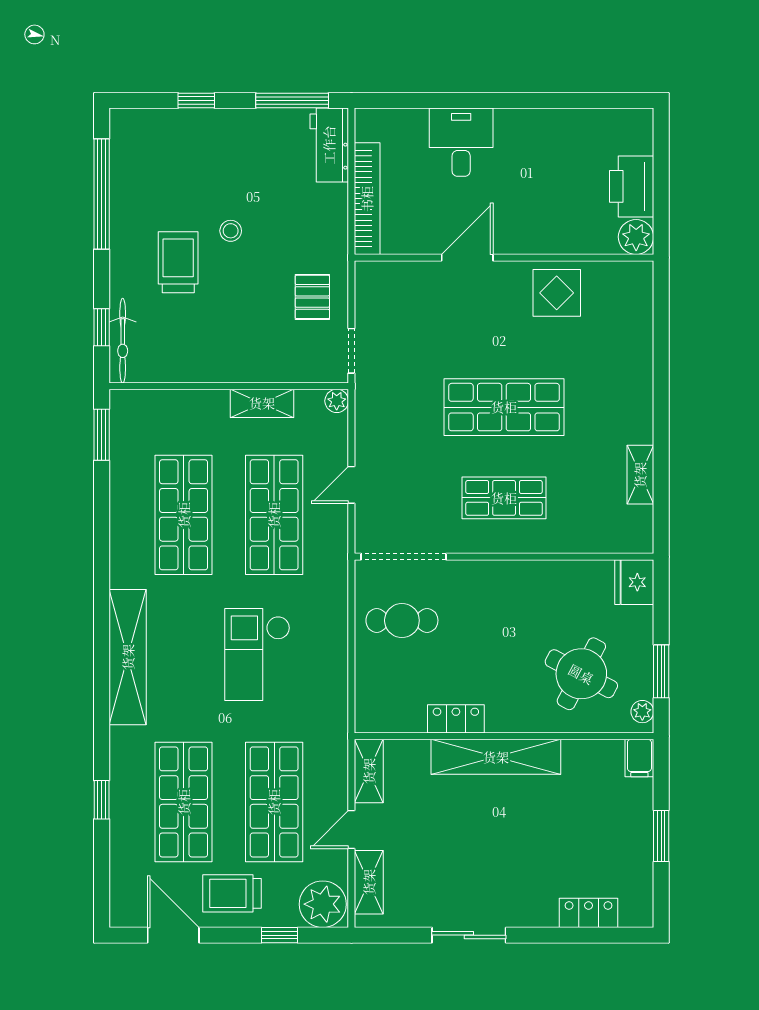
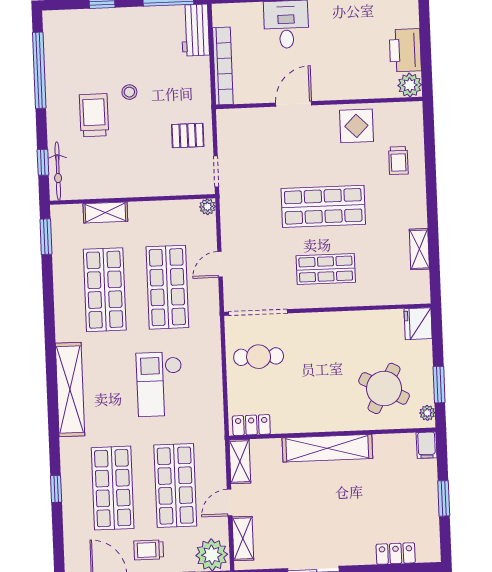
pallet: (312, 297) -> (188, 135), turned 90
trolley: (615, 345) -> (398, 160), added
shelving: (262, 403) -> (105, 212), moved
locker: (456, 719) -> (251, 425), moved
trolley: (232, 893) -> (149, 550), width x0.73, depth x0.72

